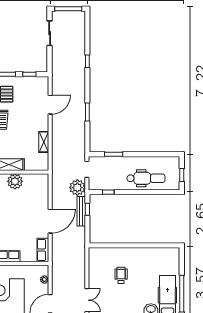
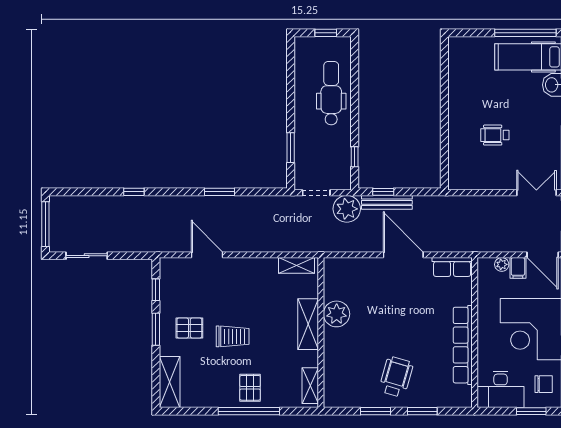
shelving: (44, 142) -> (296, 265), moved
filing cabinet: (42, 289) -> (518, 268), added

